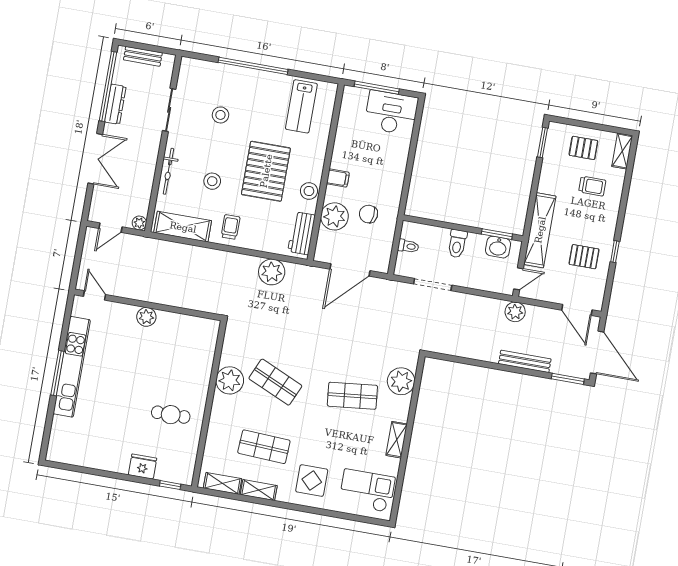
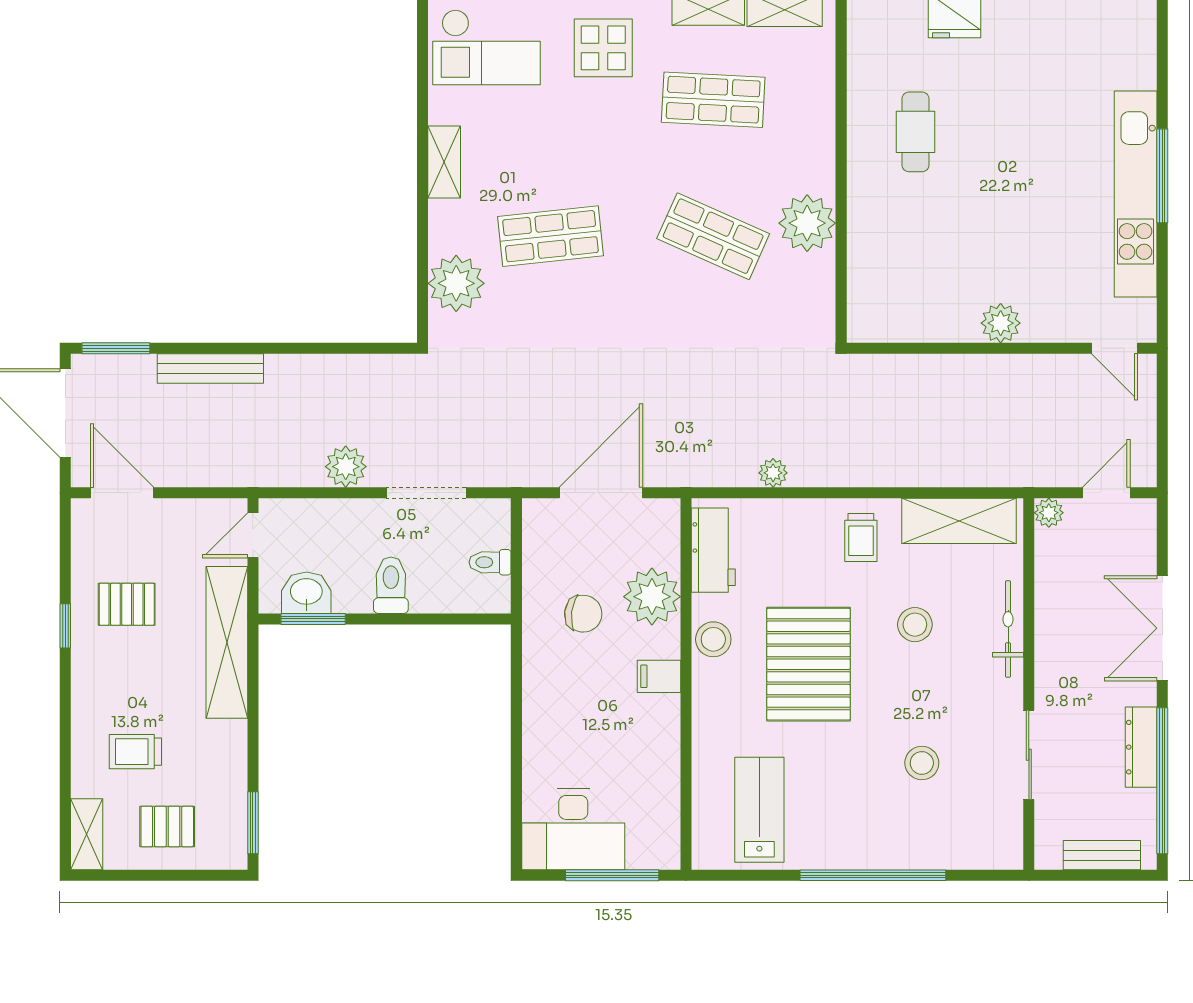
plant: (272, 272) -> (773, 473), width x0.53, depth x0.53
plant: (515, 312) -> (346, 467), moved
cafe table: (171, 415) -> (915, 132), turned 90

